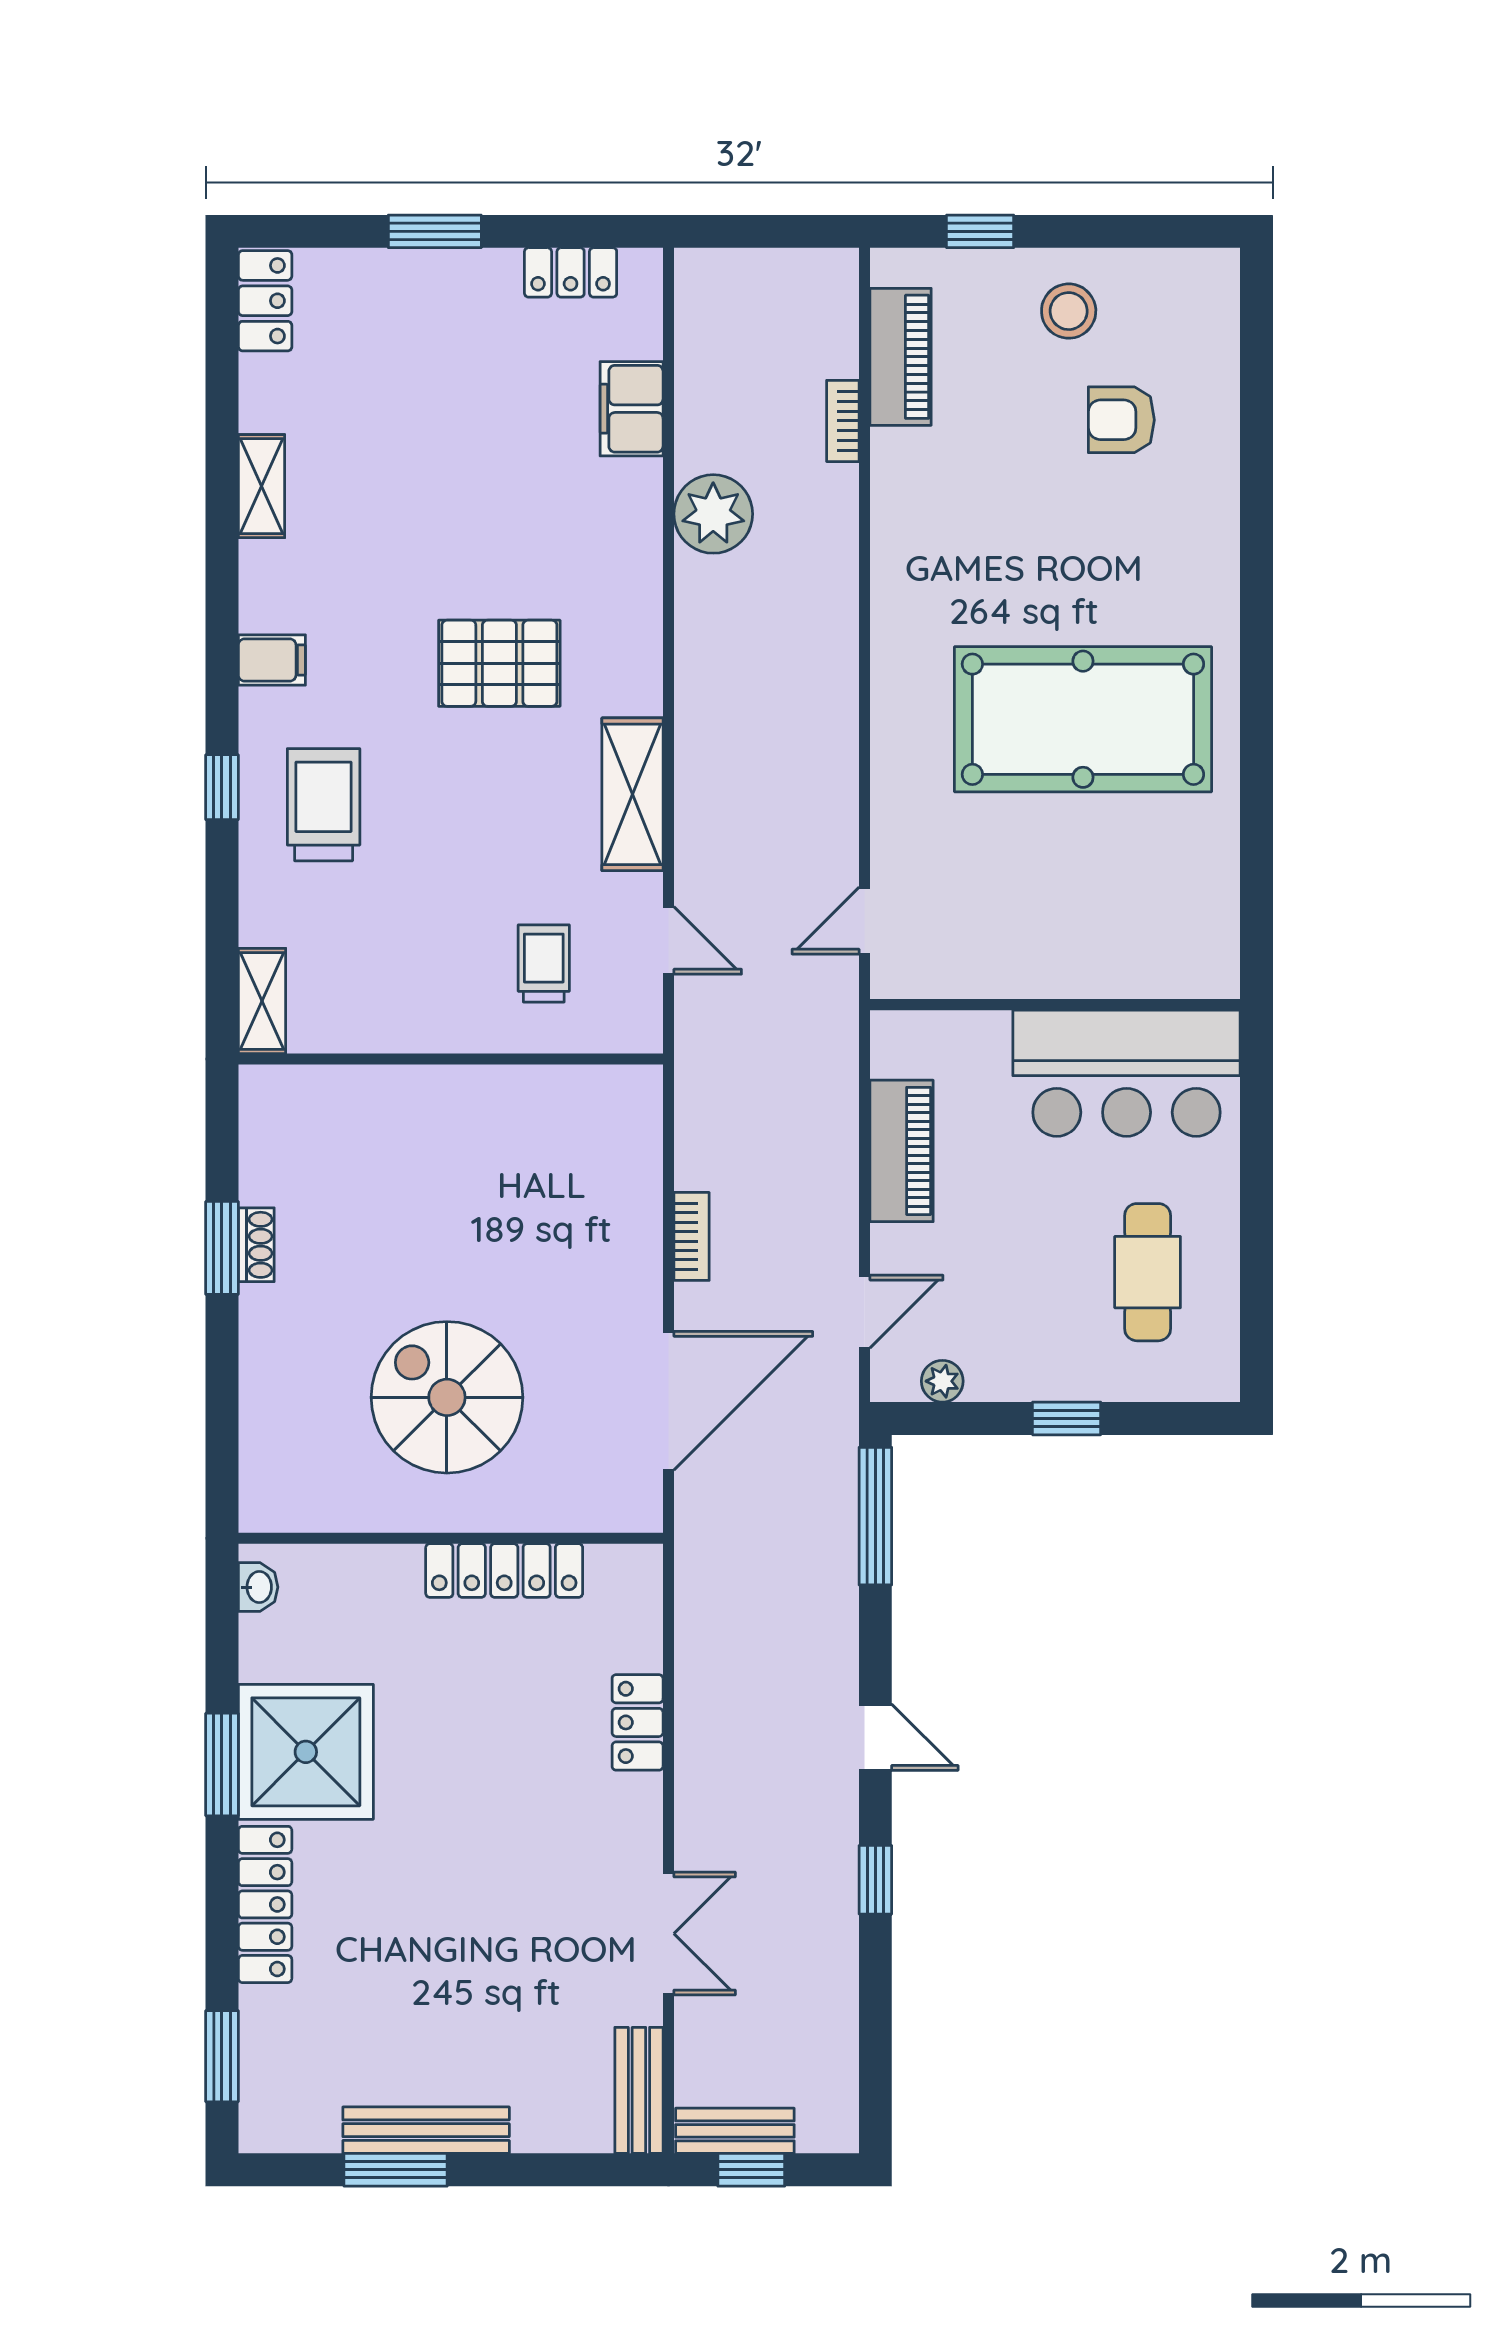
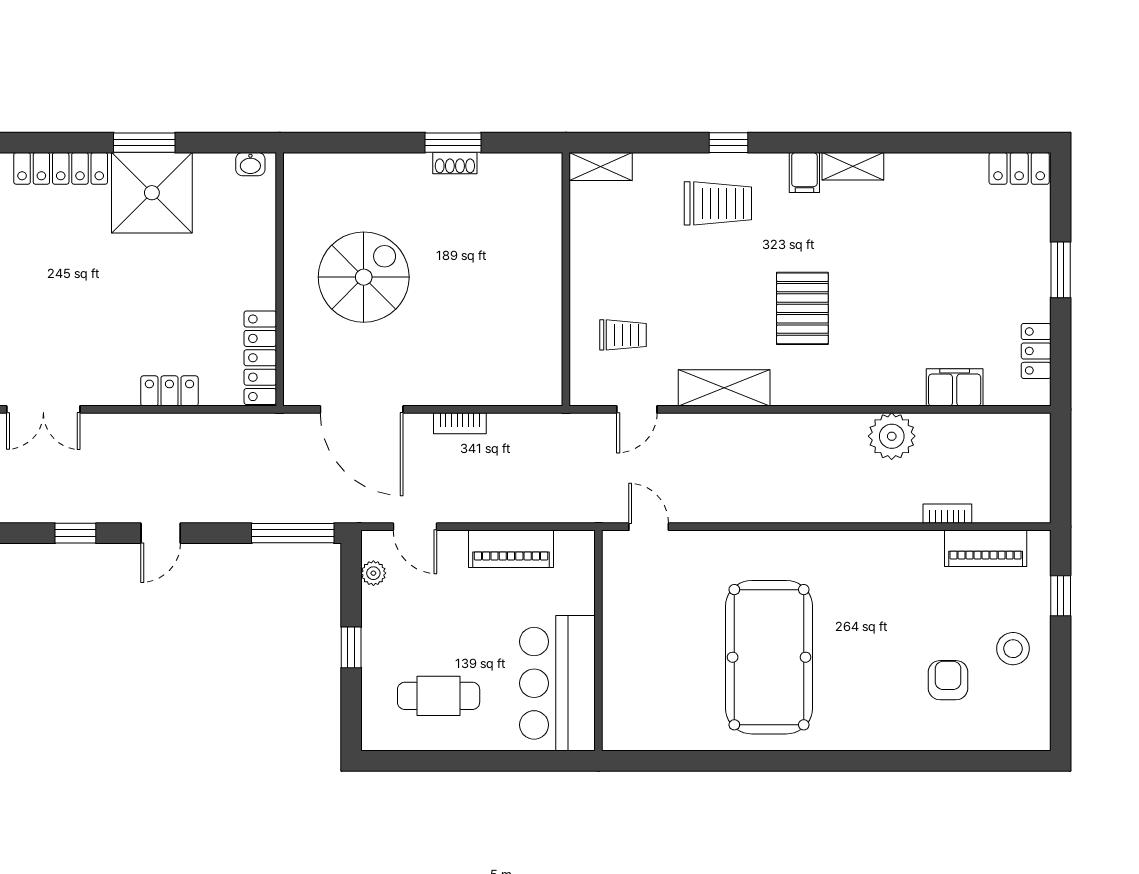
shelving: (262, 486) -> (853, 166), moved
locker: (504, 1570) -> (260, 358), moved

